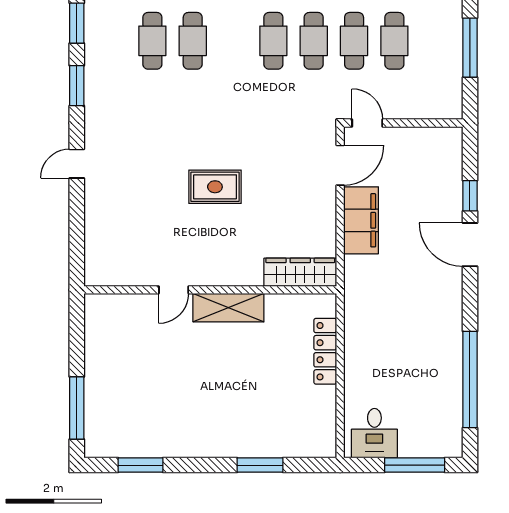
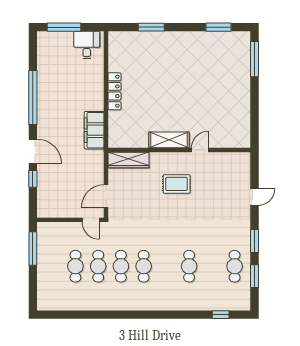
cafe table: (152, 41) -> (235, 266), moved
window: (470, 48) -> (33, 248), moved
filing cabinet: (361, 220) -> (94, 130), moved
wardrobe: (300, 272) -> (128, 160), moved
door: (174, 290) -> (200, 150), moved
wall: (210, 290) -> (179, 150), moved
shelving: (228, 308) -> (169, 140), moved
window: (470, 379) -> (33, 97), moved

